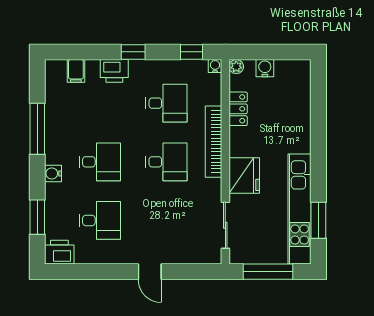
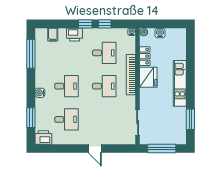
window: (191, 52) -> (105, 24), moved
window: (37, 129) -> (31, 54), moved
fridge: (244, 176) -> (148, 77), moved
kitchen unit: (300, 209) -> (180, 83), moved, width x0.73

